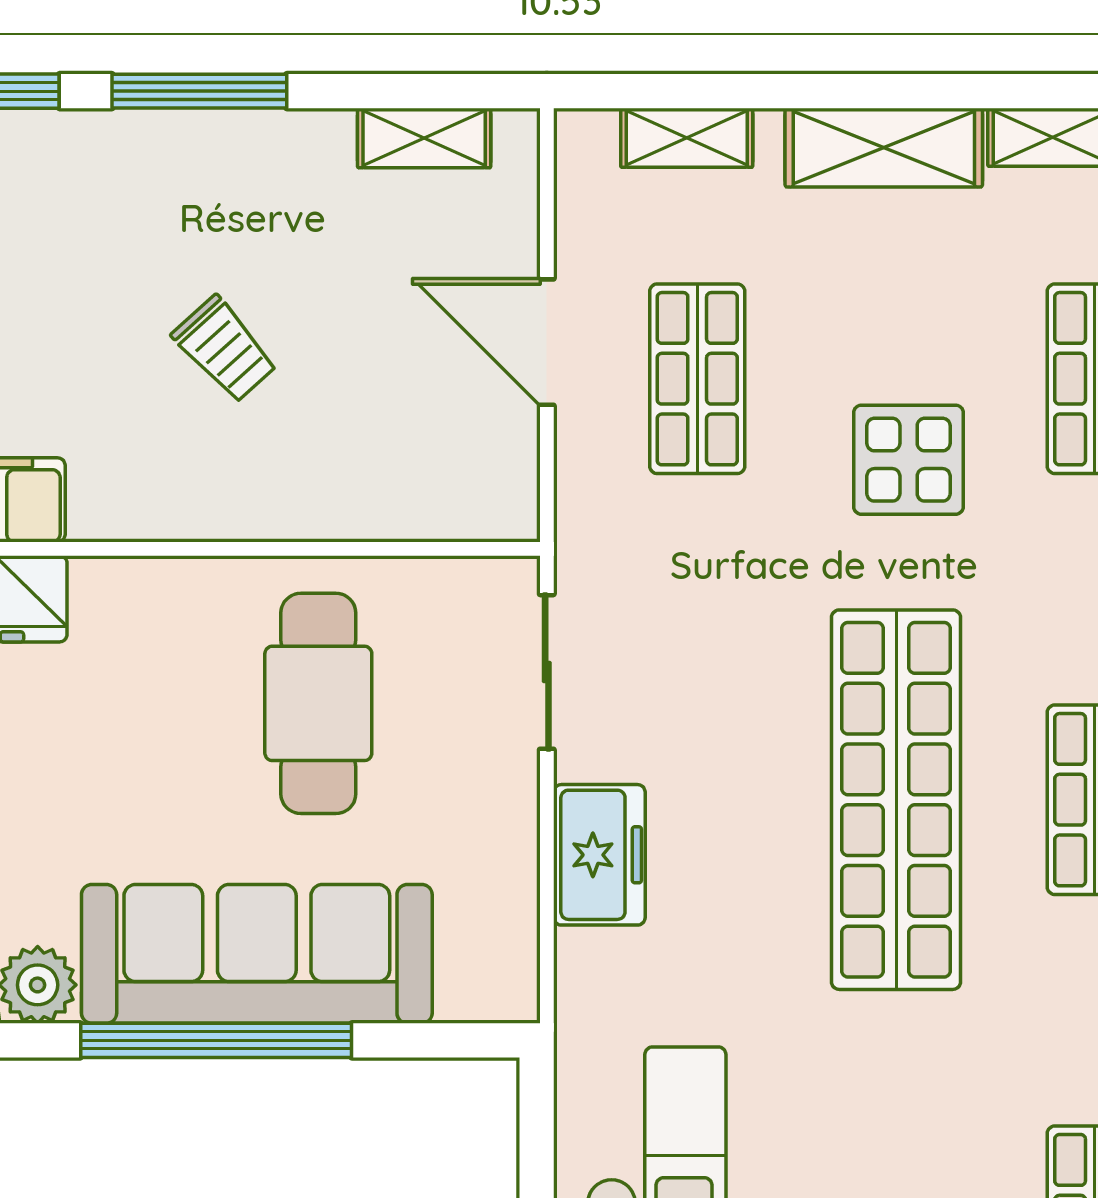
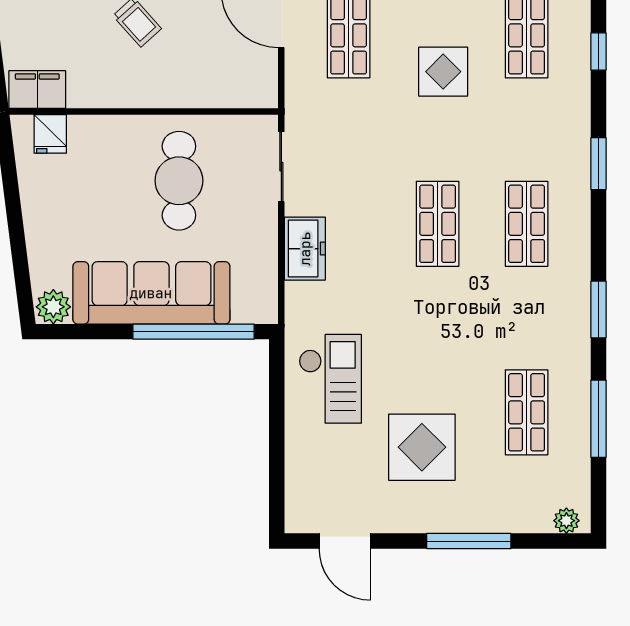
shop shelf: (896, 800) -> (438, 224), width x0.50, depth x0.74
window: (216, 1040) -> (194, 332), moved

